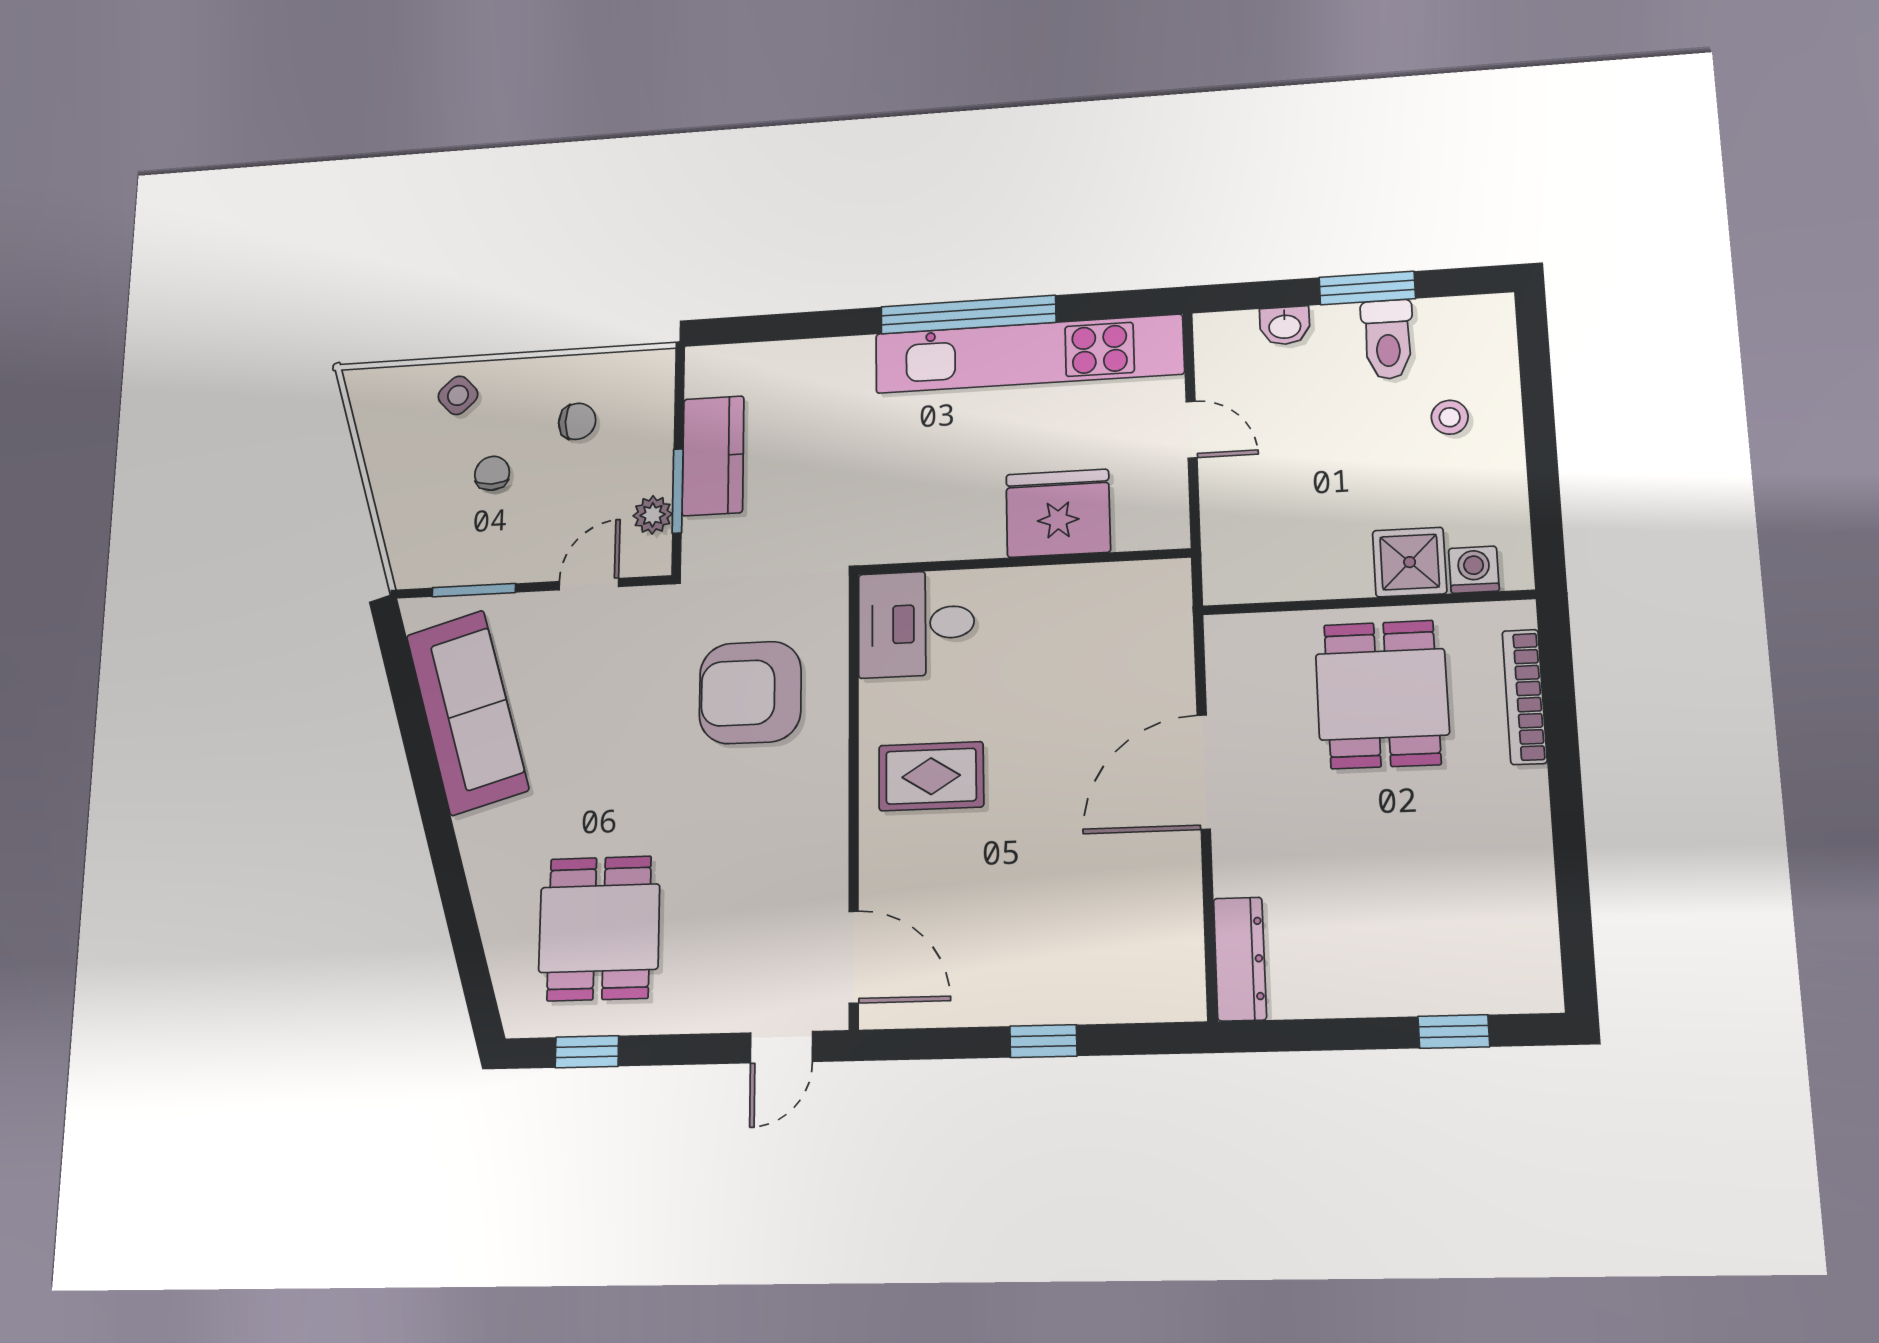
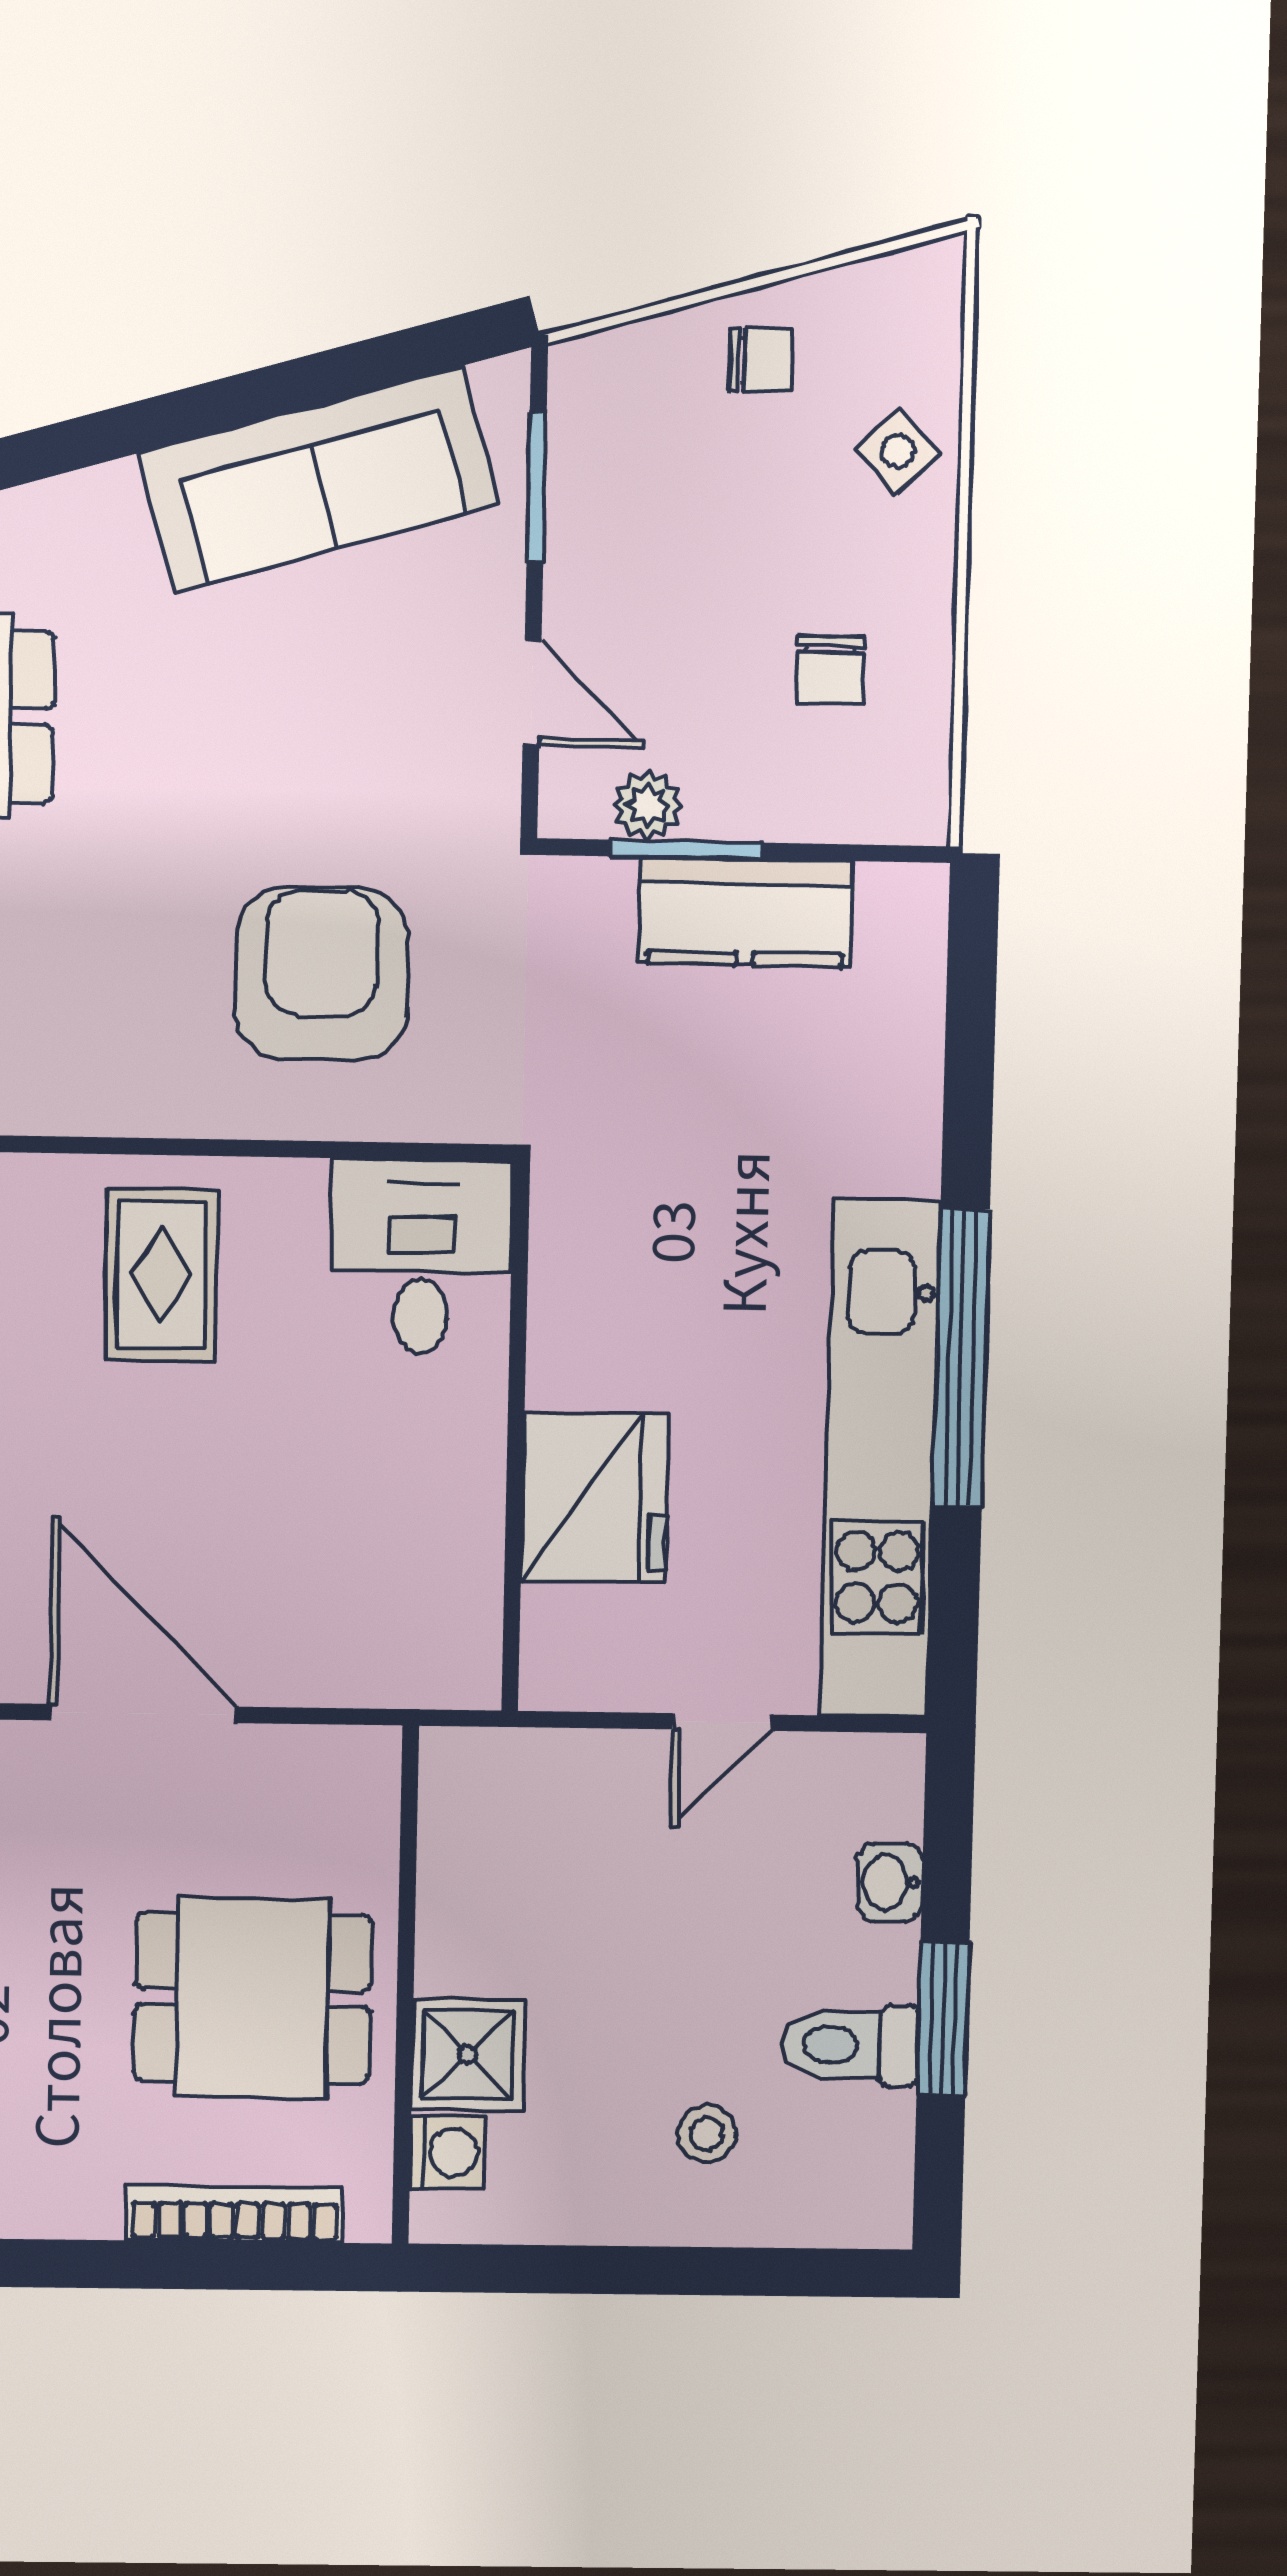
chair: (492, 473) -> (761, 360), moved

